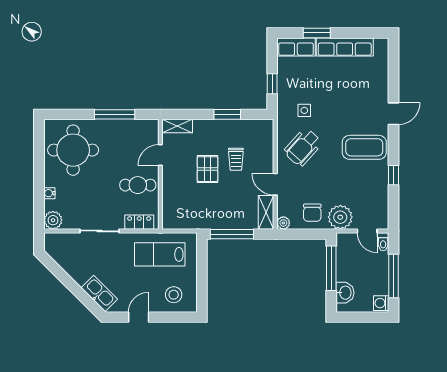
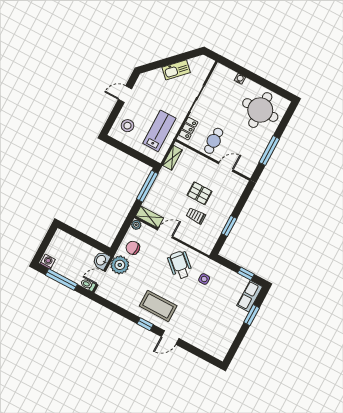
row of seats: (345, 47) -> (232, 329), removed
window: (272, 84) -> (246, 274), moved
door: (393, 114) -> (170, 338), hinge flipped
shelving: (177, 126) -> (172, 158), moved
coffee table: (364, 147) -> (158, 306), turned 90
door: (160, 155) -> (226, 167), hinge flipped
window: (393, 175) -> (145, 324), moved
plant: (53, 220) -> (220, 72), removed
window: (331, 268) -> (89, 241), removed
kitchen sink: (99, 293) -> (176, 70), moved
washbasin: (345, 293) -> (101, 260), moved, turned 90
door: (139, 317) -> (125, 94), swing flipped

